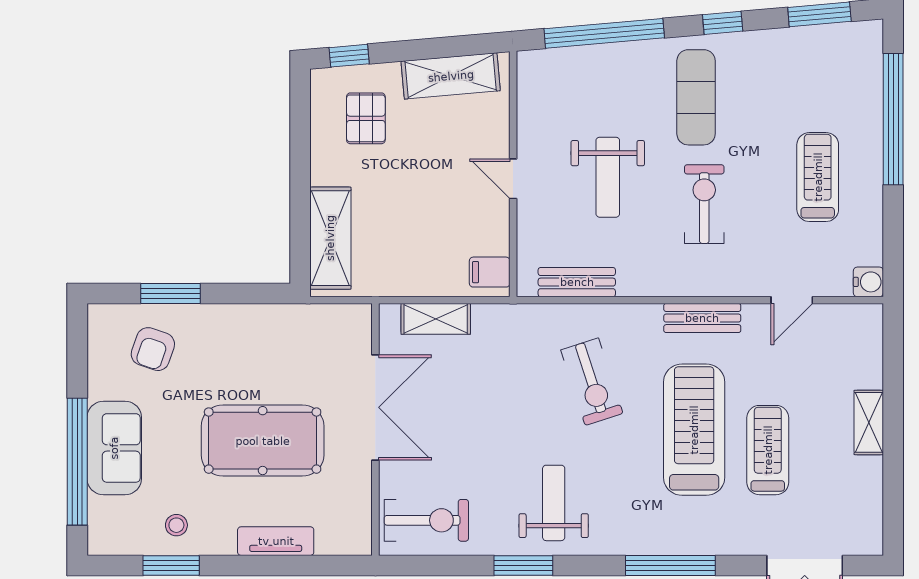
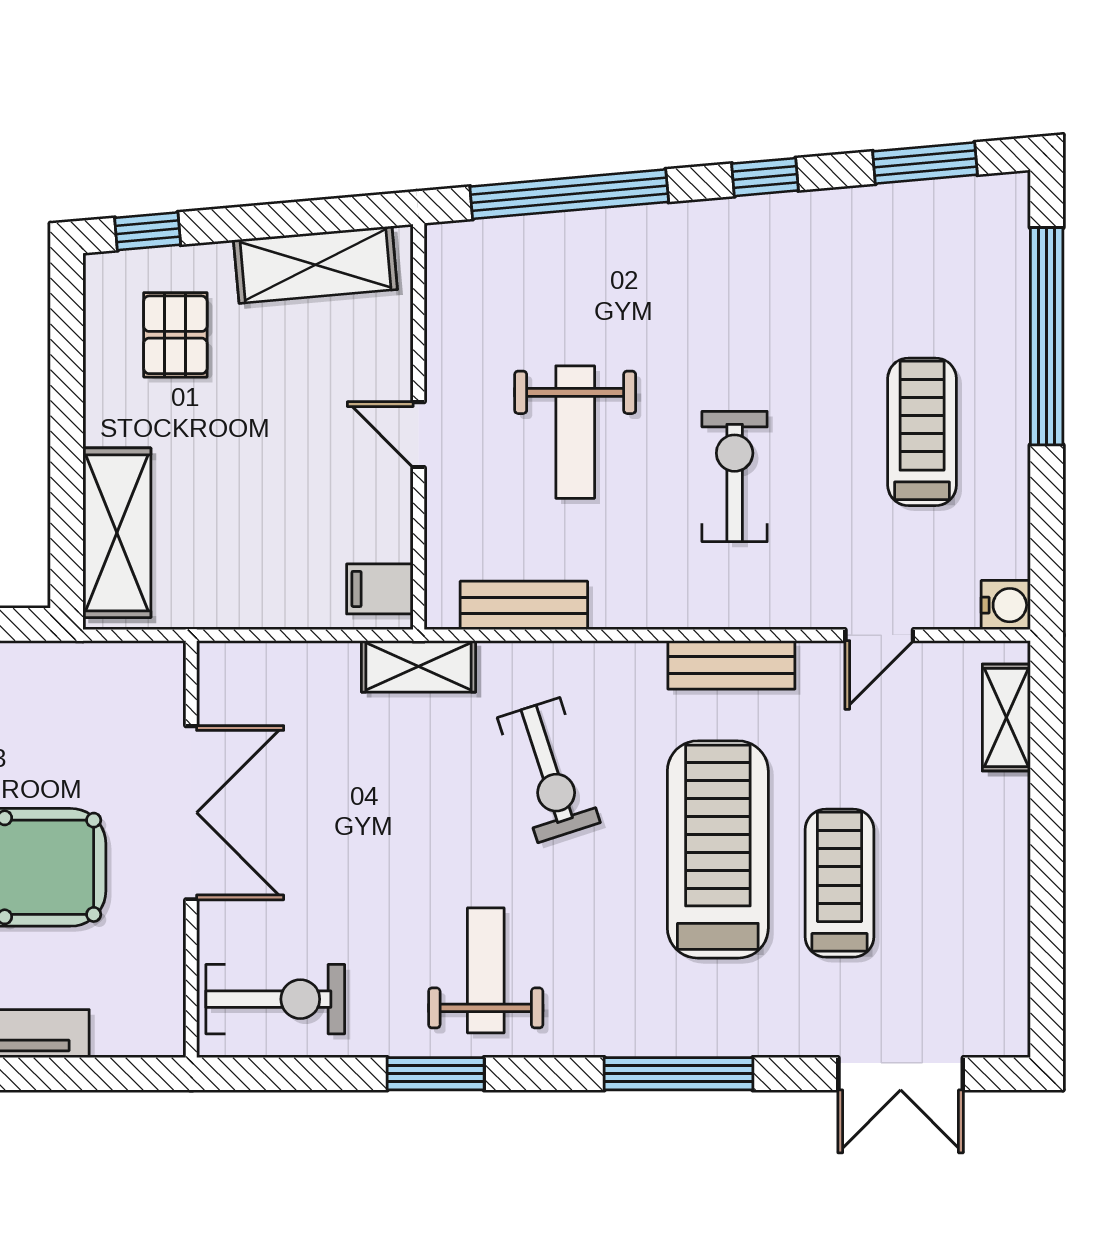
exercise mat: (696, 97) -> (721, 300), removed
shelving: (436, 319) -> (419, 666), moved
shelving: (869, 422) -> (1006, 717), moved

